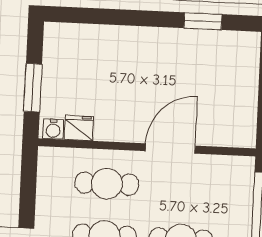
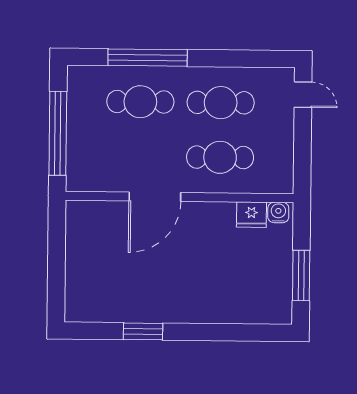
window: (203, 21) -> (143, 331), moved
window: (33, 88) -> (301, 276), moved

